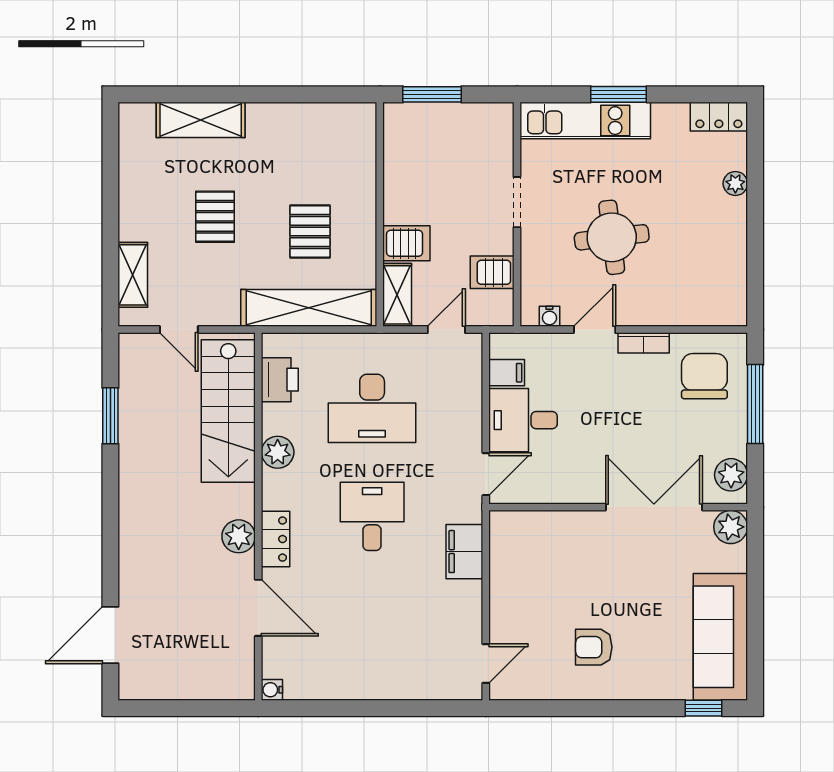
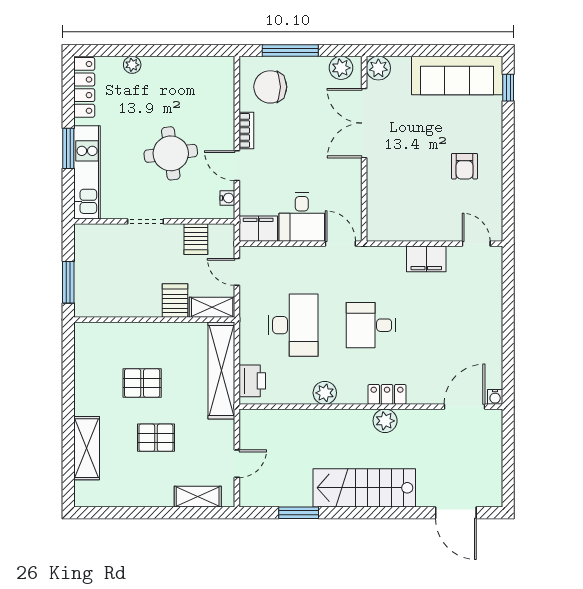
locker: (719, 117) -> (84, 87), width x1.53
pallet: (310, 232) -> (142, 383), moved
filing cabinet: (507, 373) -> (258, 229), width x2.00
printer: (280, 380) -> (252, 381), moved, turned 90
stairs: (228, 411) -> (364, 488), moved, turned 180
filing cabinet: (464, 552) -> (426, 259), moved
door: (258, 608) -> (465, 407), moved

